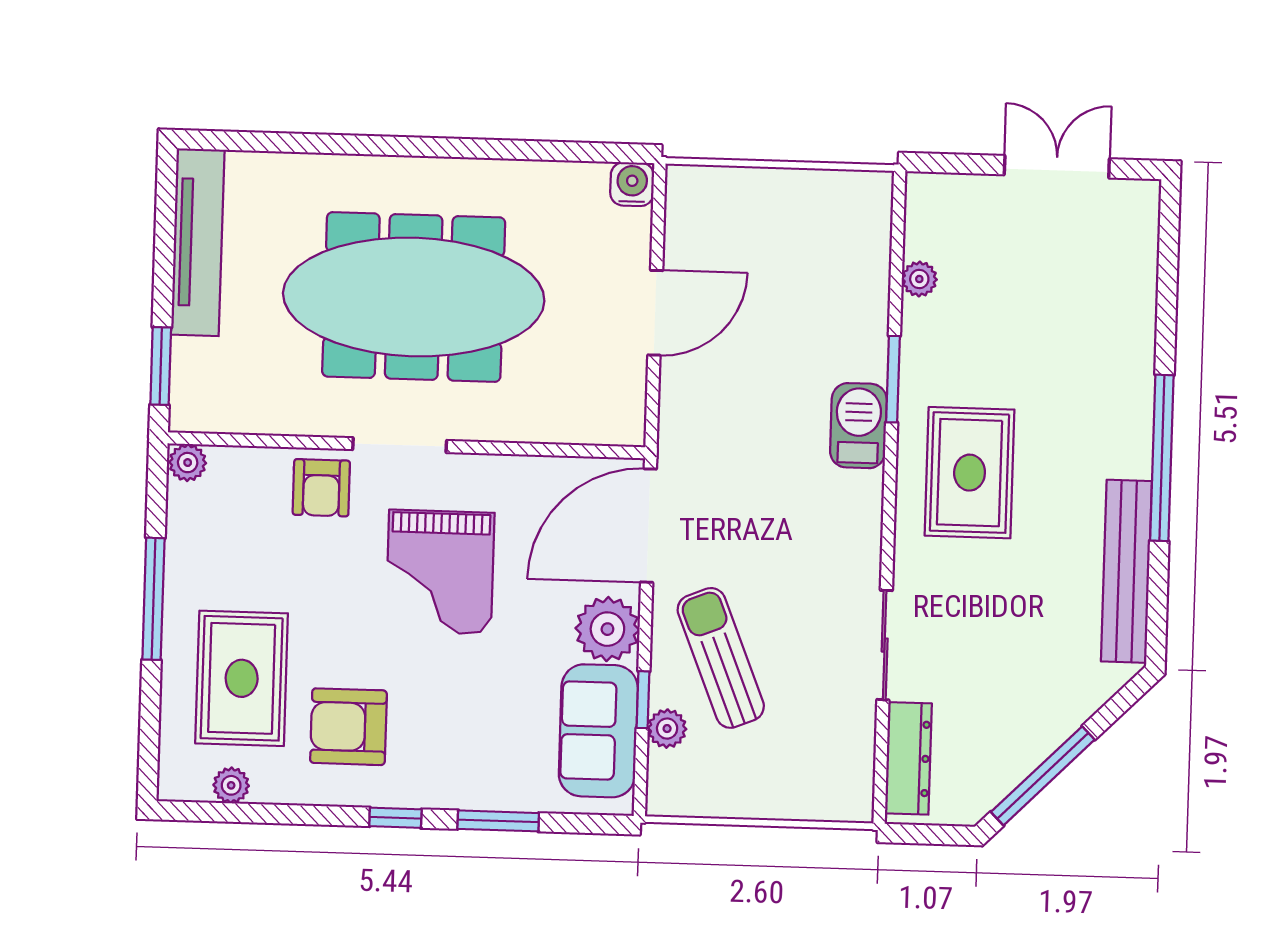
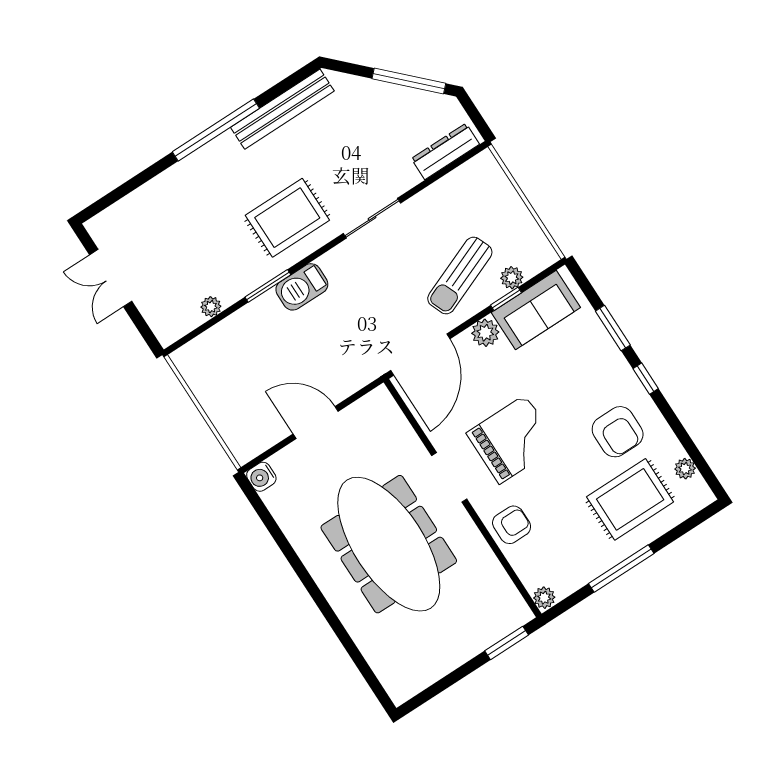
tv unit: (198, 242) -> (435, 667), removed
doorway: (400, 445) -> (449, 477), moved
door: (649, 526) -> (420, 355), hinge flipped
plant: (607, 629) -> (485, 333), width x0.73, depth x0.73
sliding door: (885, 645) -> (372, 218), moved

